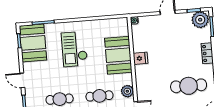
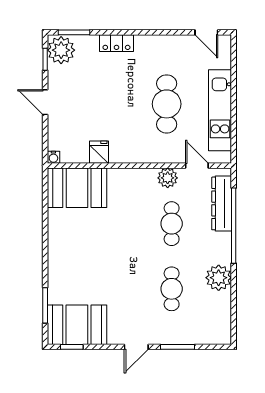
checkout: (74, 49) -> (92, 258), removed
booth: (118, 55) -> (77, 188), moved
fridge: (140, 58) -> (99, 152), moved
cafe table: (189, 86) -> (167, 104), moved

